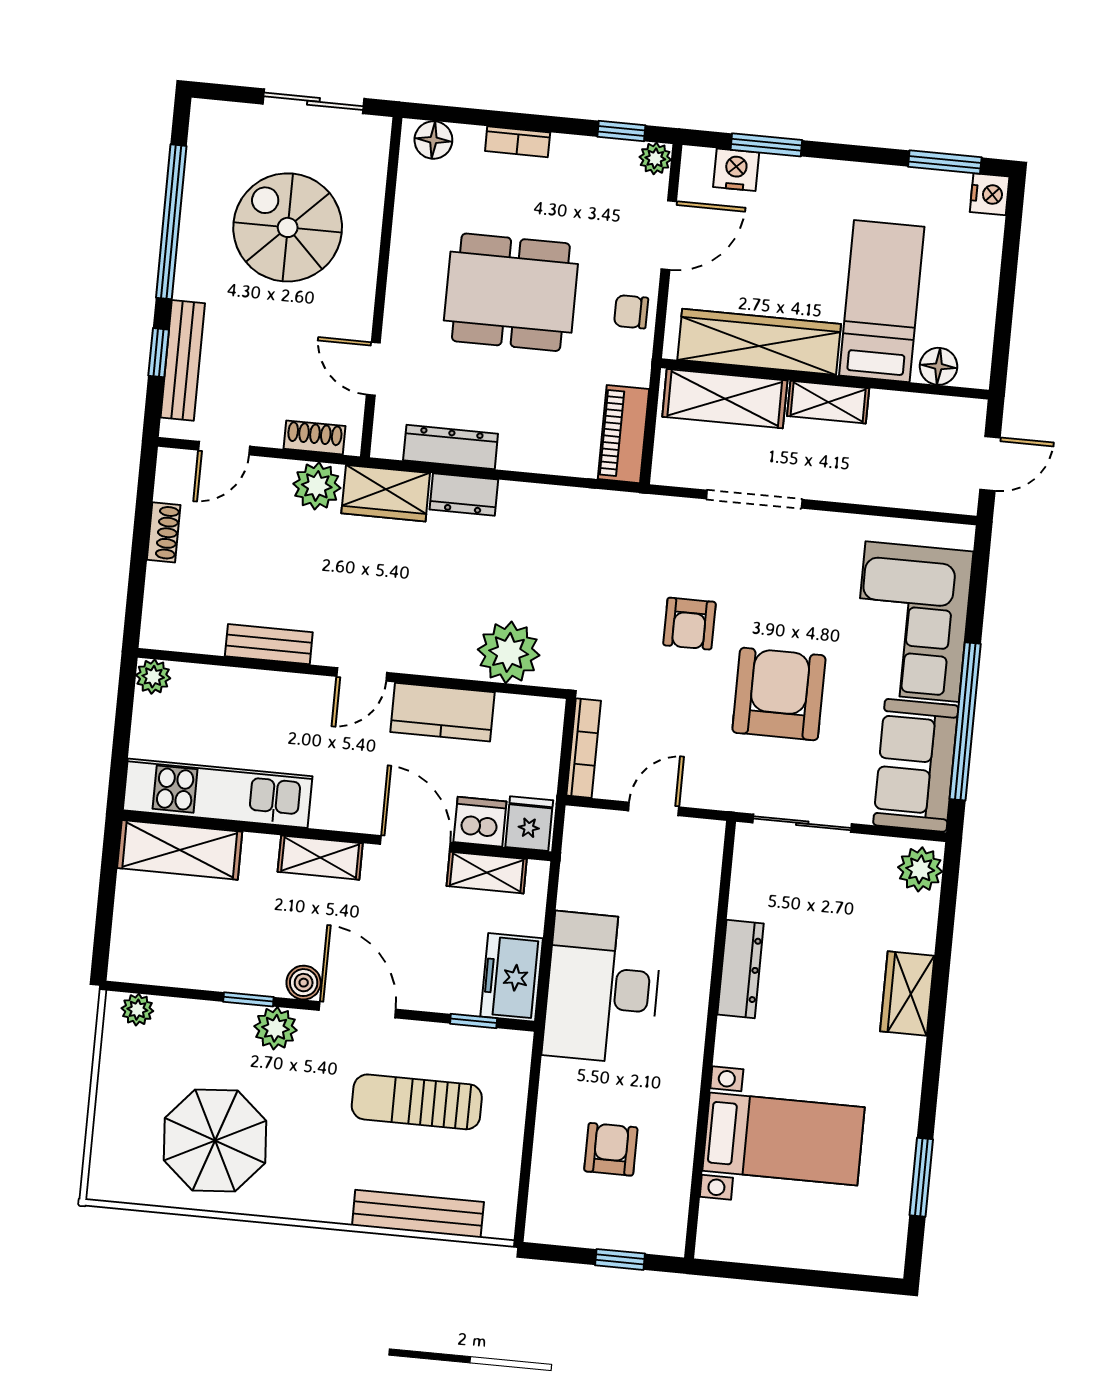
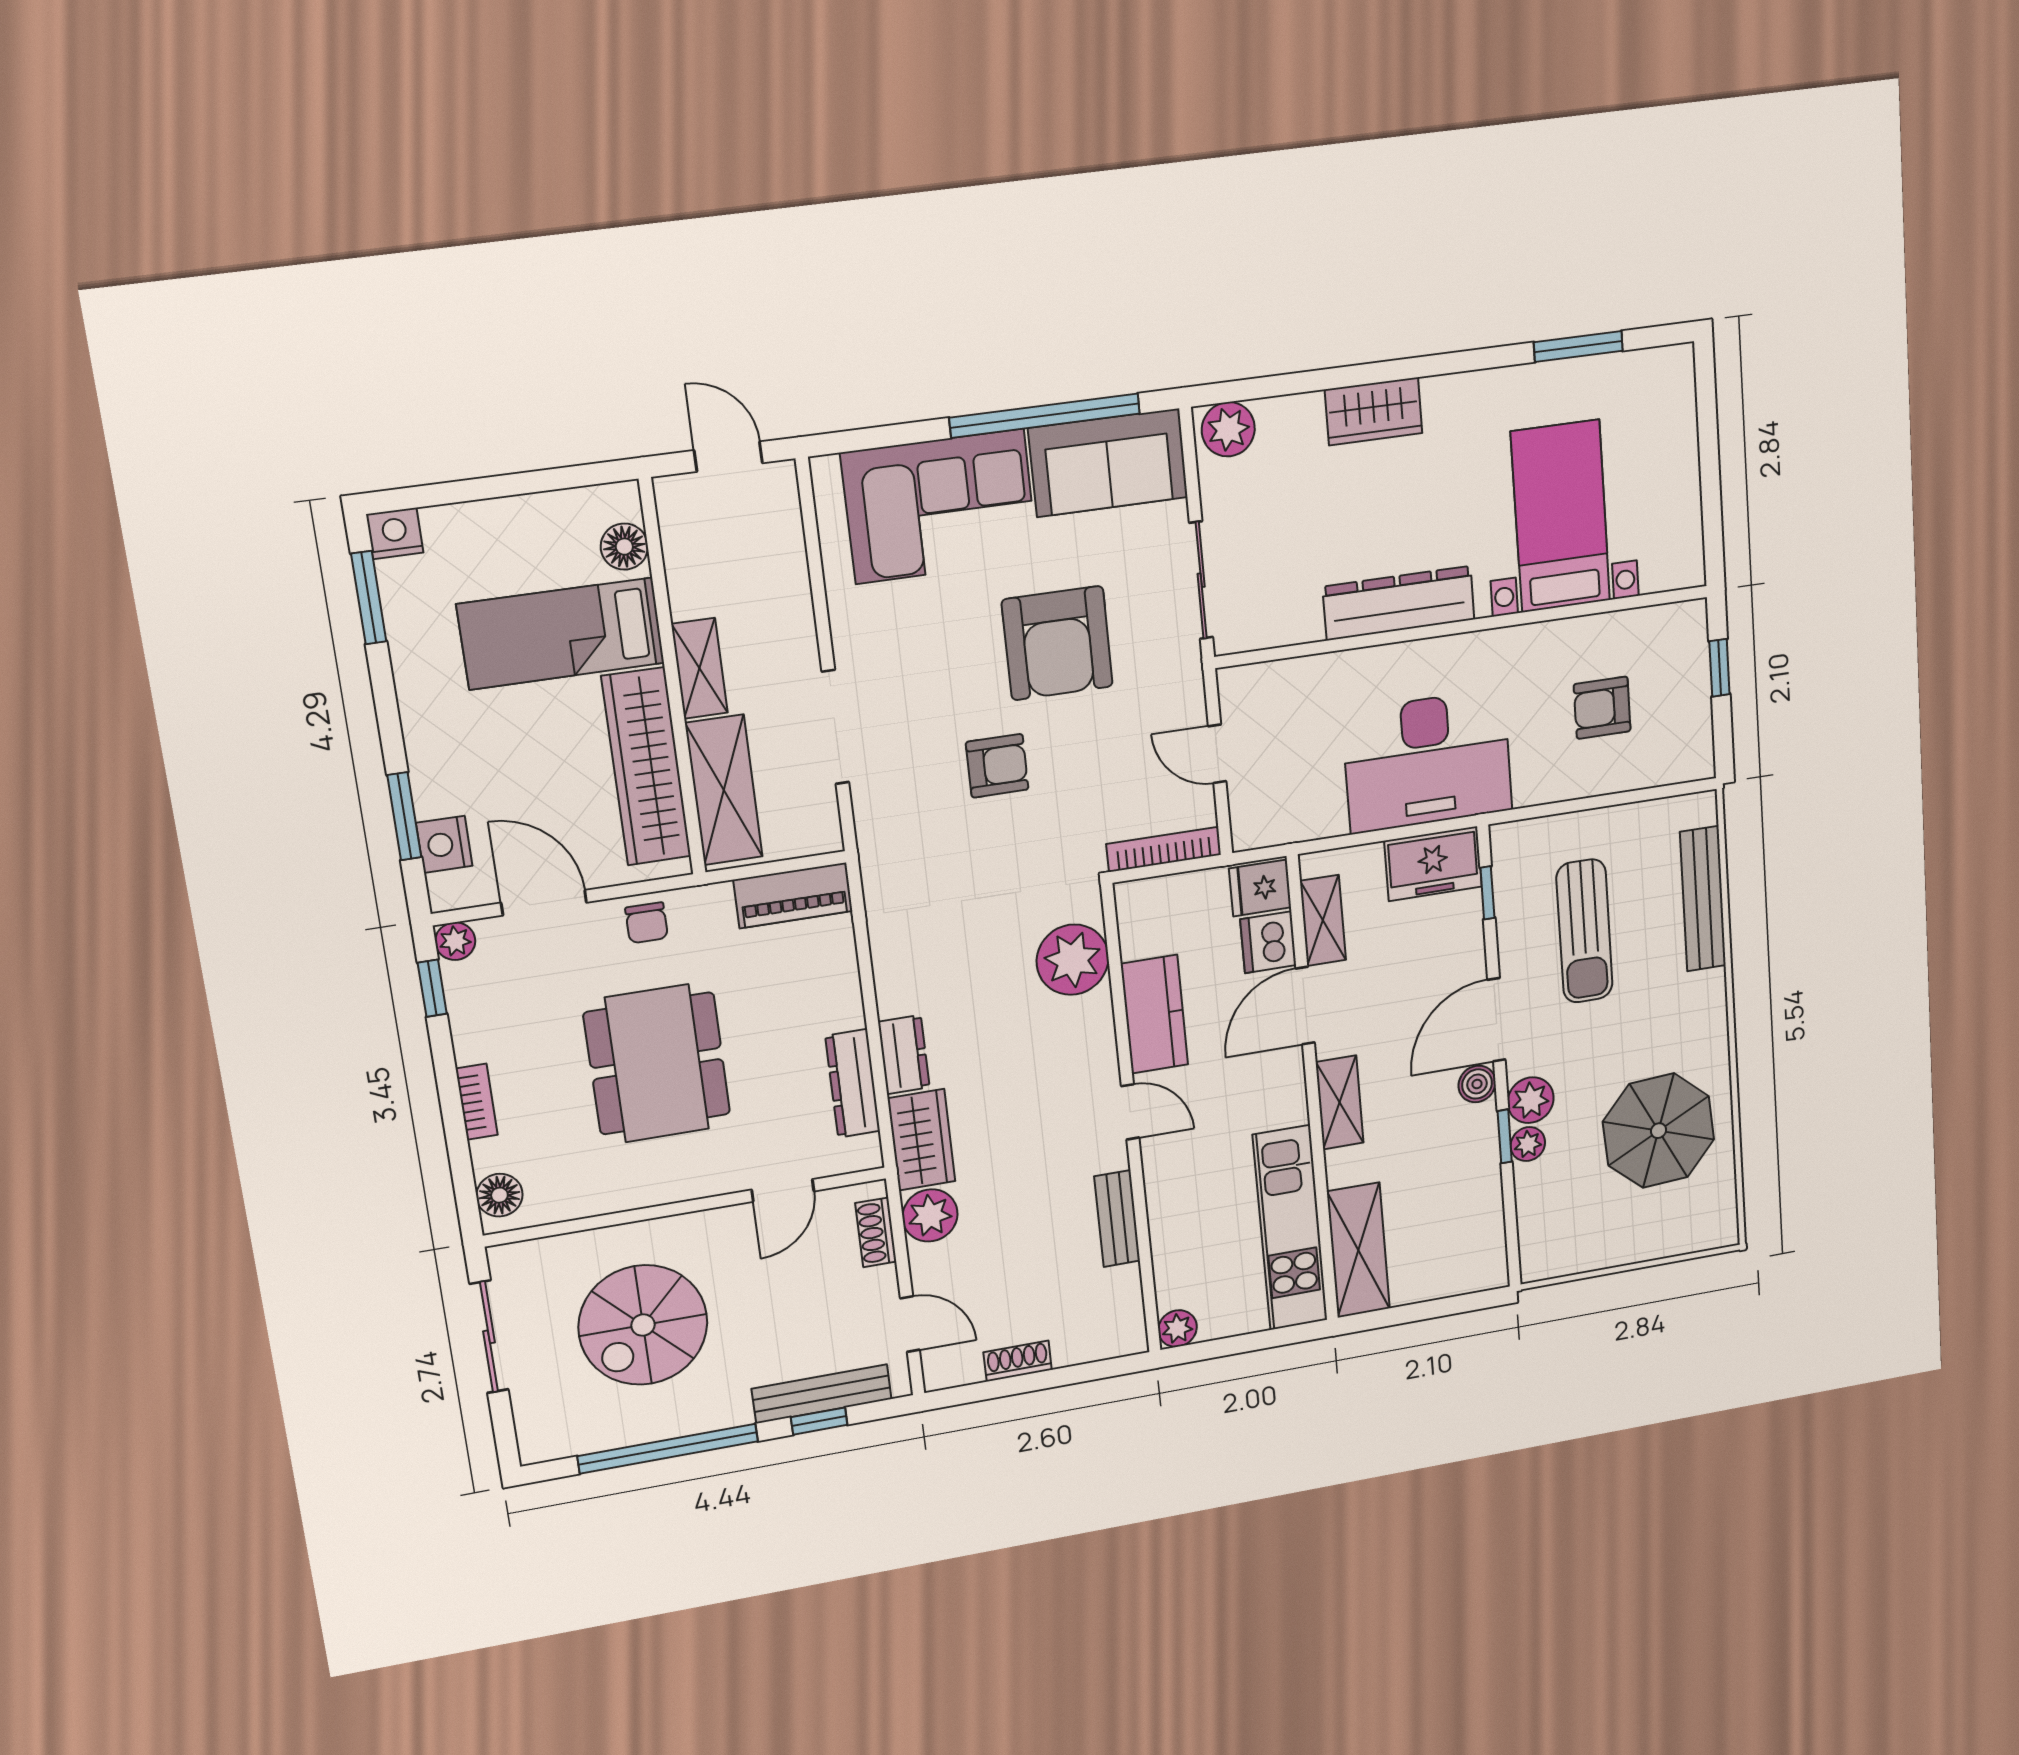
armchair: (779, 694) -> (1057, 643), turned -90
dresser: (741, 969) -> (1399, 603), width x1.37, depth x1.24
plant: (137, 1010) -> (1528, 1144), moved

